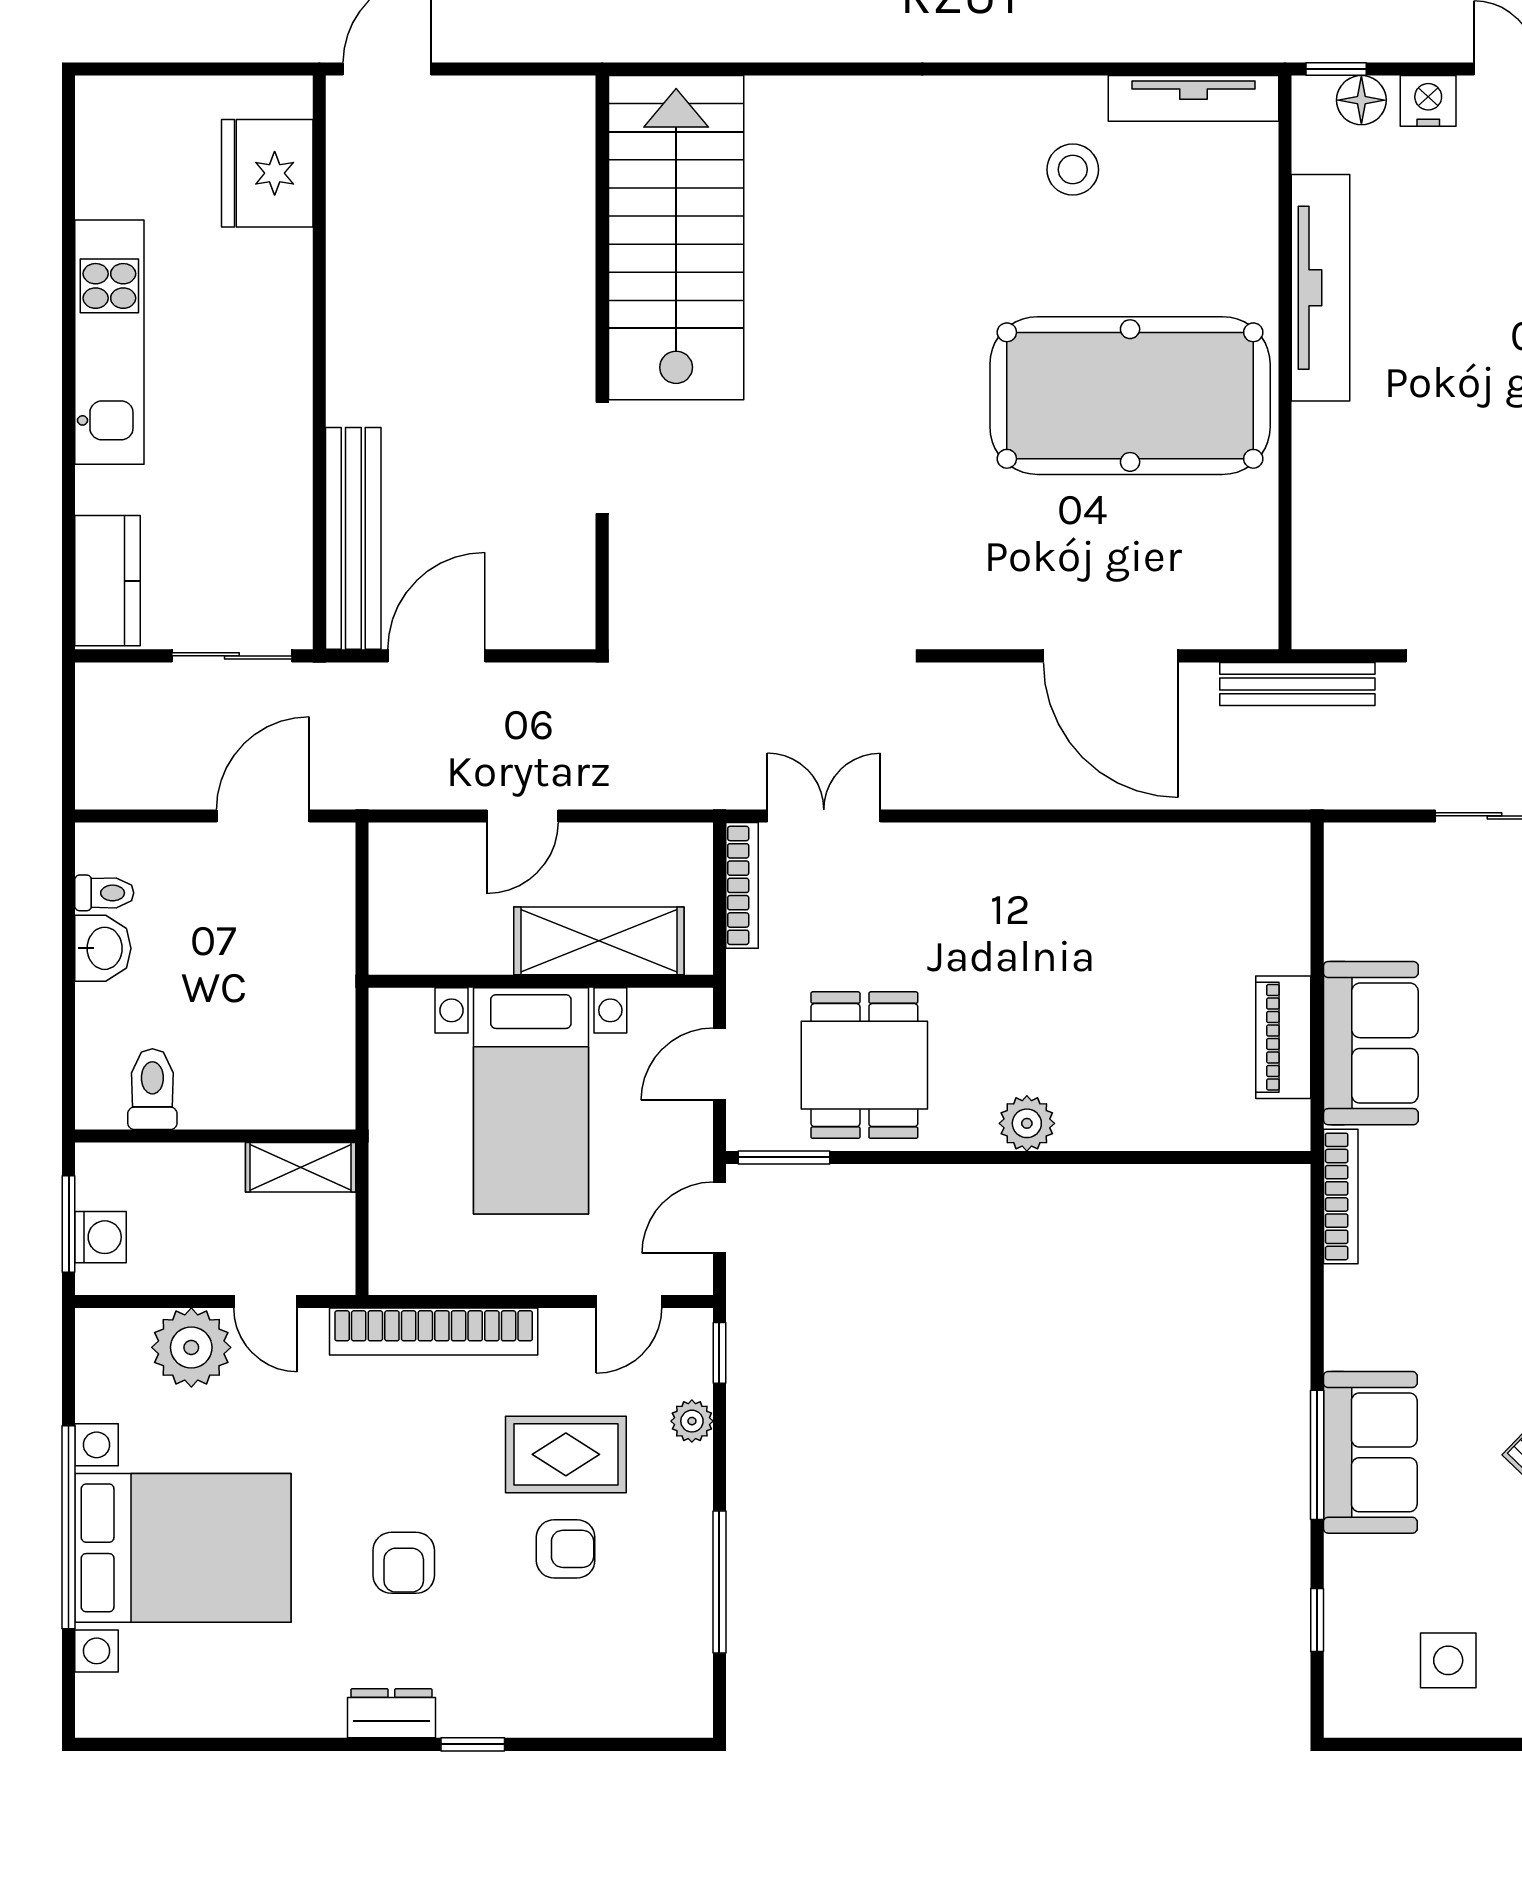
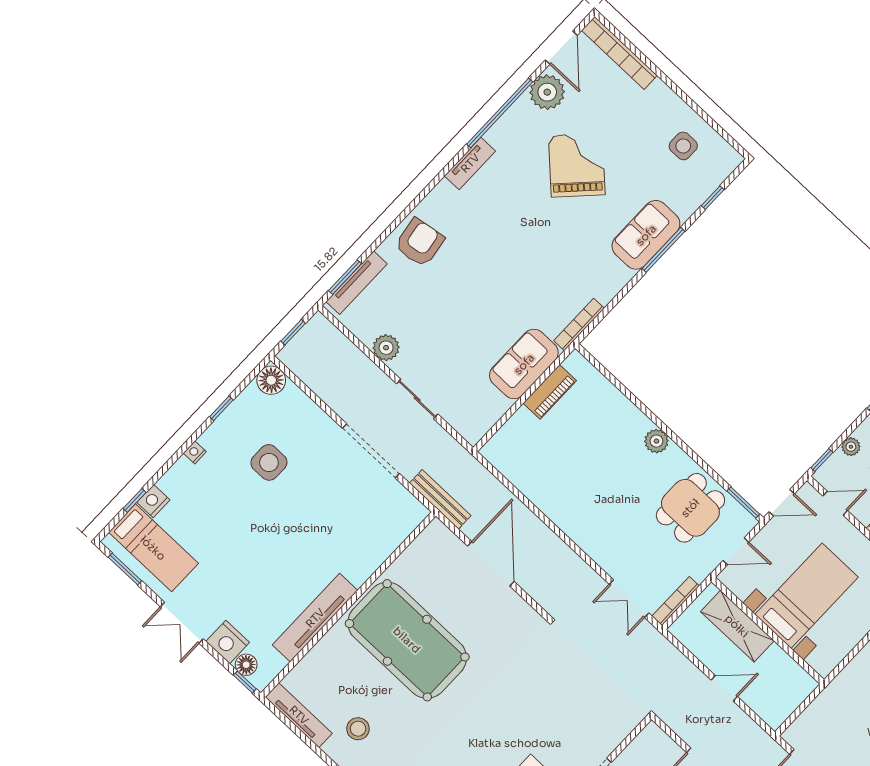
nightstand: (1428, 101) -> (228, 642), width x1.36, depth x1.33

